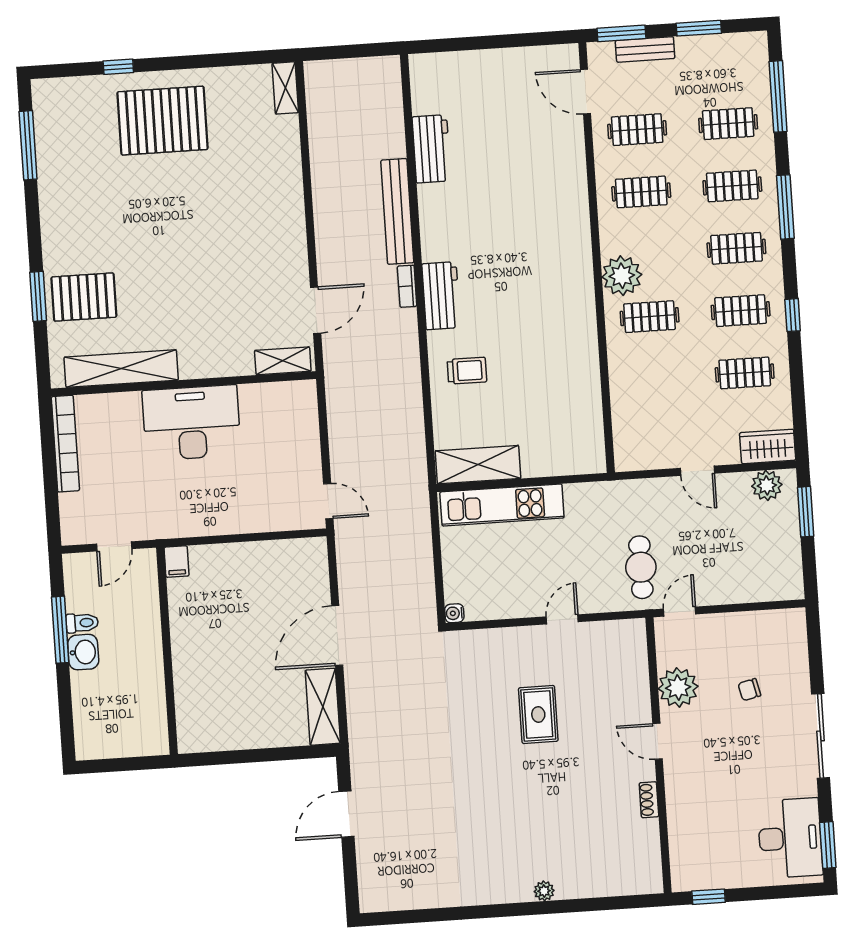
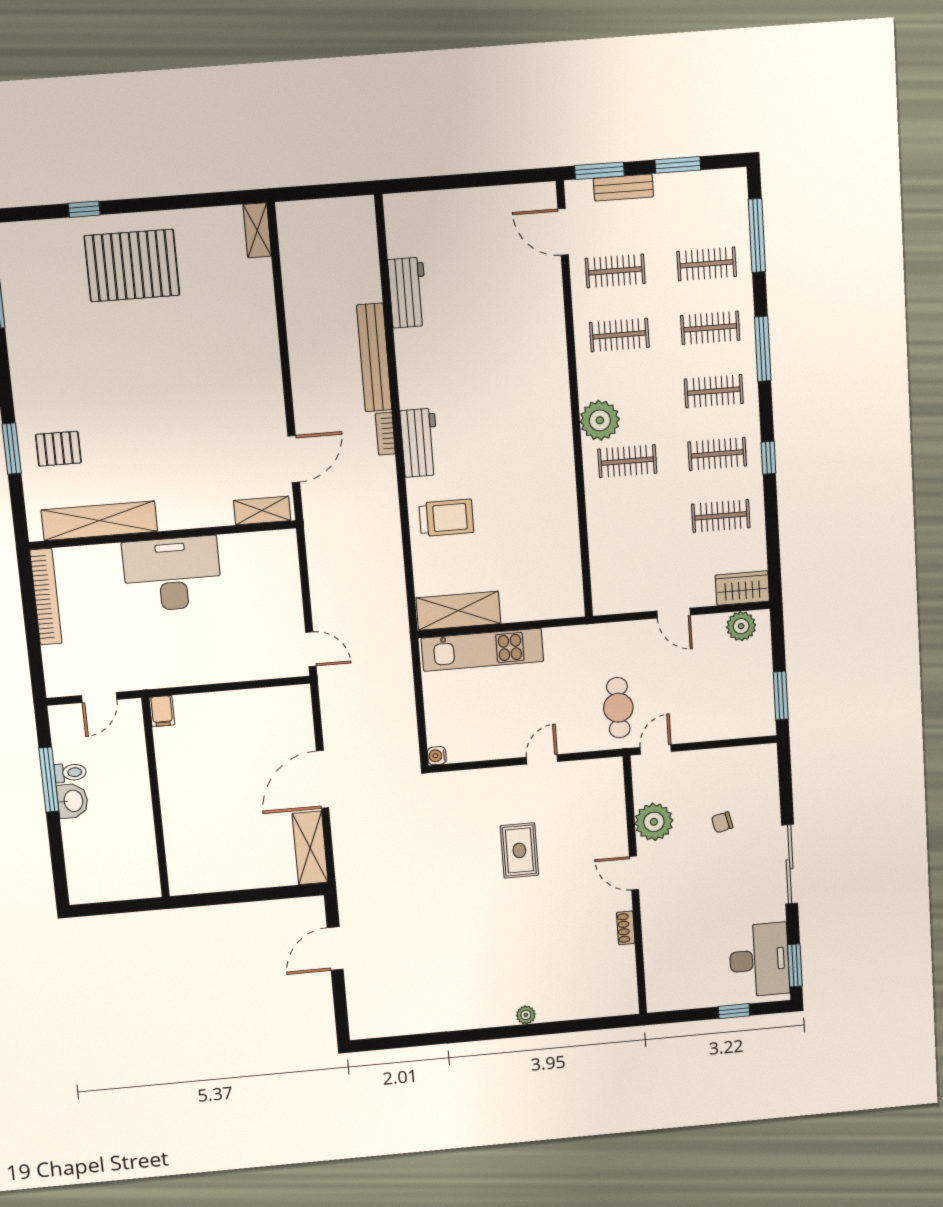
pallet: (84, 297) -> (58, 449), width x0.67, depth x0.71
trolley: (467, 371) -> (446, 518), width x1.36, depth x1.39
window: (806, 512) -> (781, 696), moved
window: (709, 897) -> (734, 1011), moved

